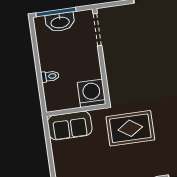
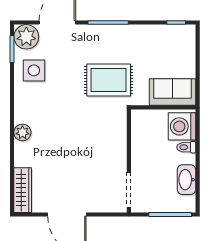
washbasin: (60, 22) -> (187, 180), moved, turned -90
washing machine: (92, 93) -> (182, 126), moved, turned 90

